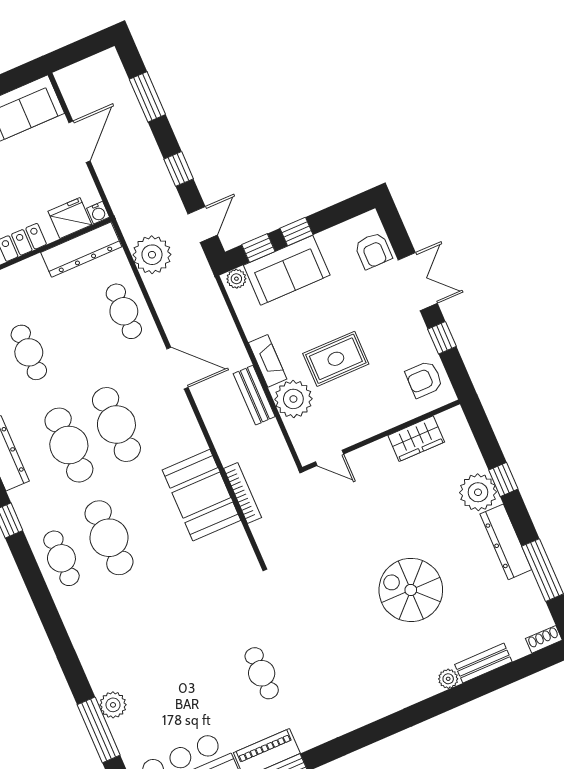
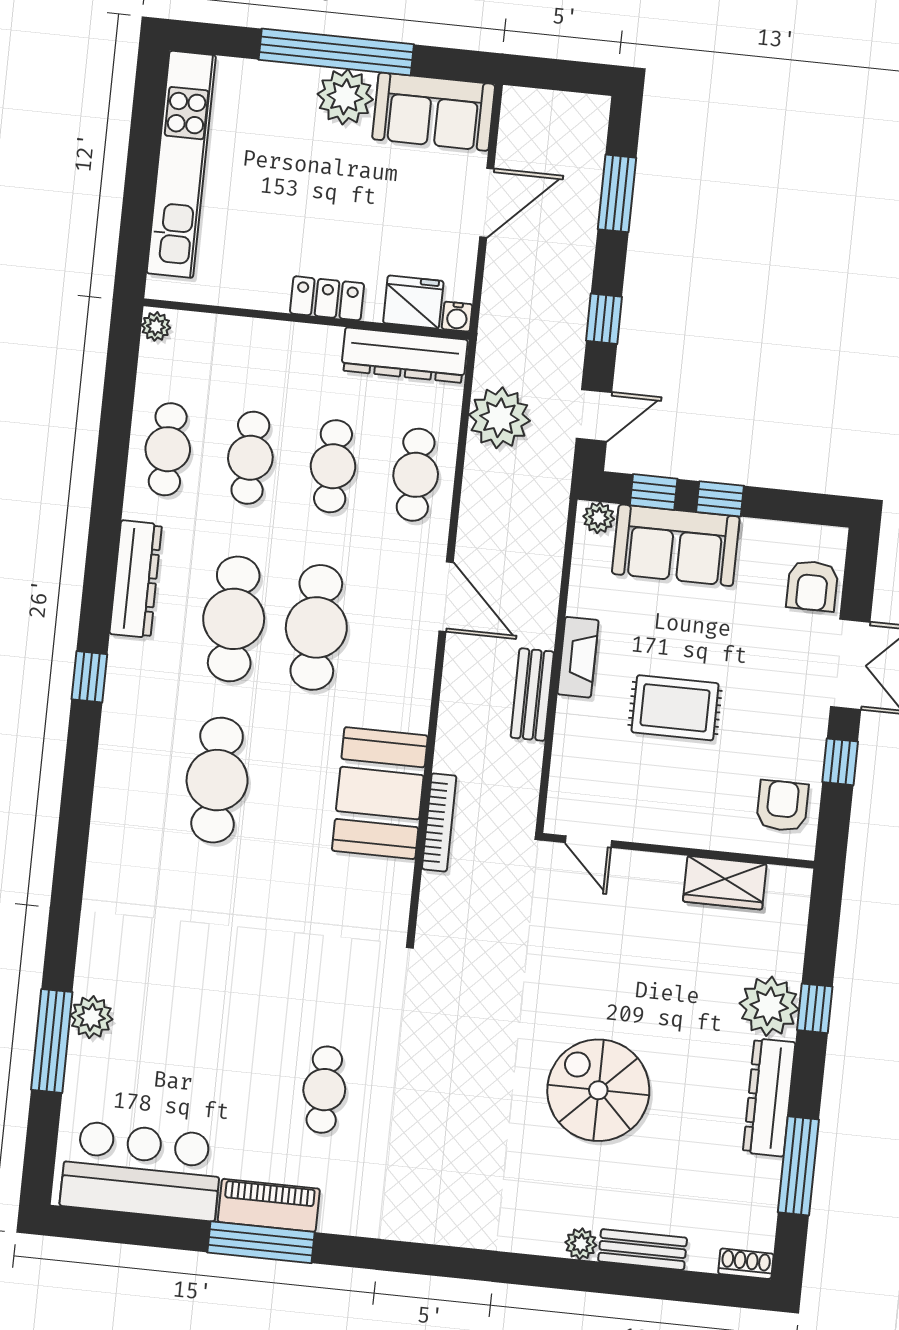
armchair: (424, 379) -> (782, 806), turned 90
plant: (293, 399) -> (584, 731), removed
cafe table: (61, 558) -> (333, 466), moved

